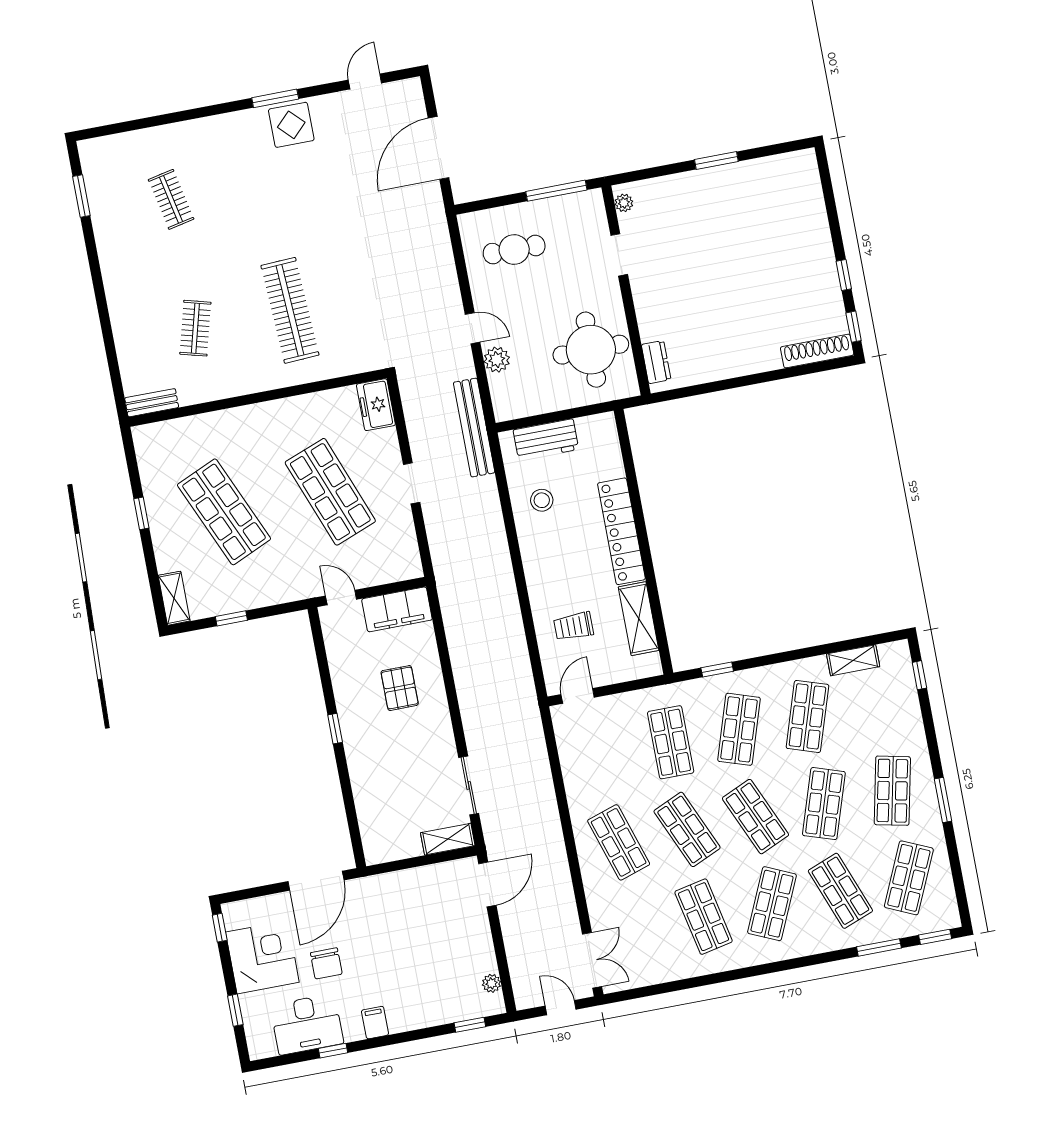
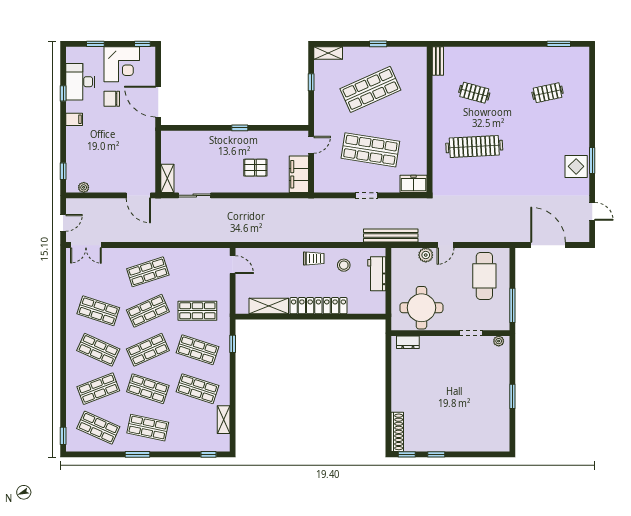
cafe table: (514, 250) -> (484, 276), width x1.37, depth x1.35
shop shelf: (330, 492) -> (370, 150), turned 30
trolley: (574, 626) -> (314, 259), moved, turned 90
shop shelf: (704, 917) -> (98, 311), turned 30
window: (879, 947) -> (63, 404), removed

